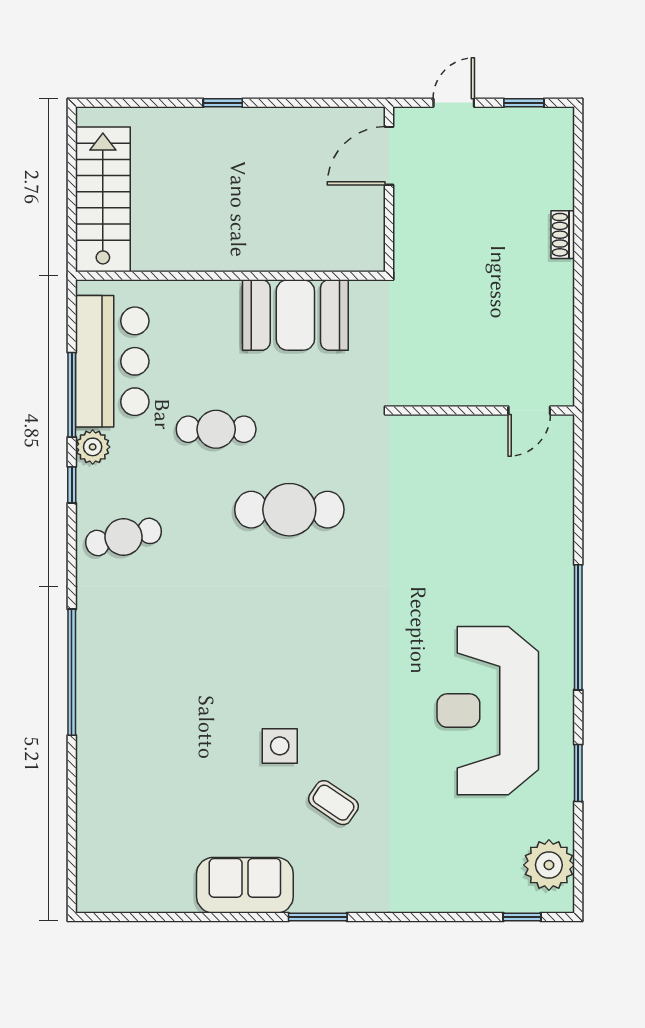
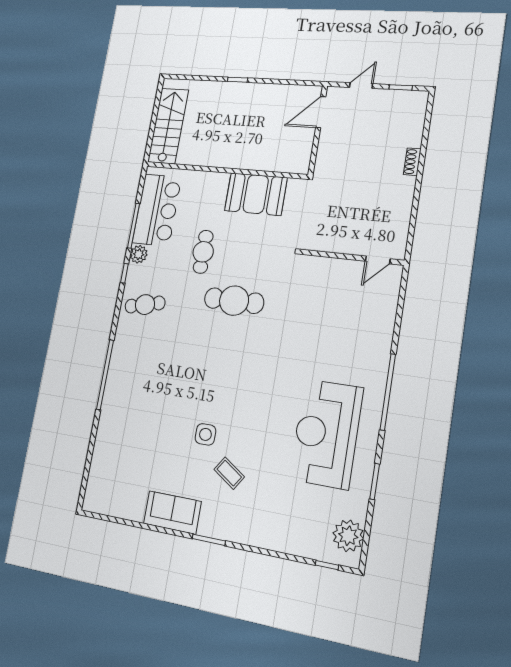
cafe table: (216, 429) -> (203, 252), turned 90

